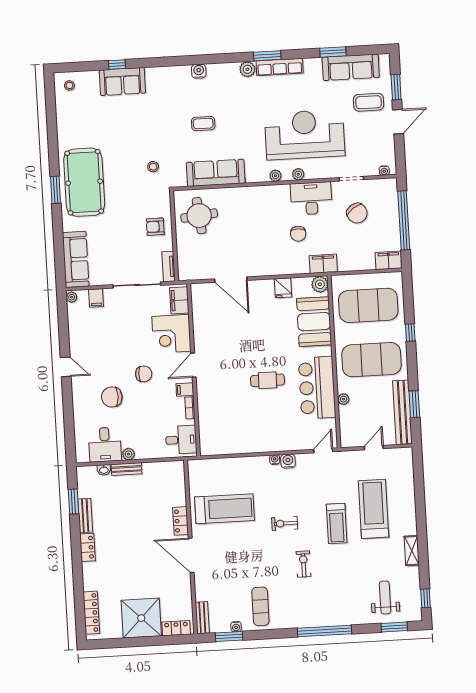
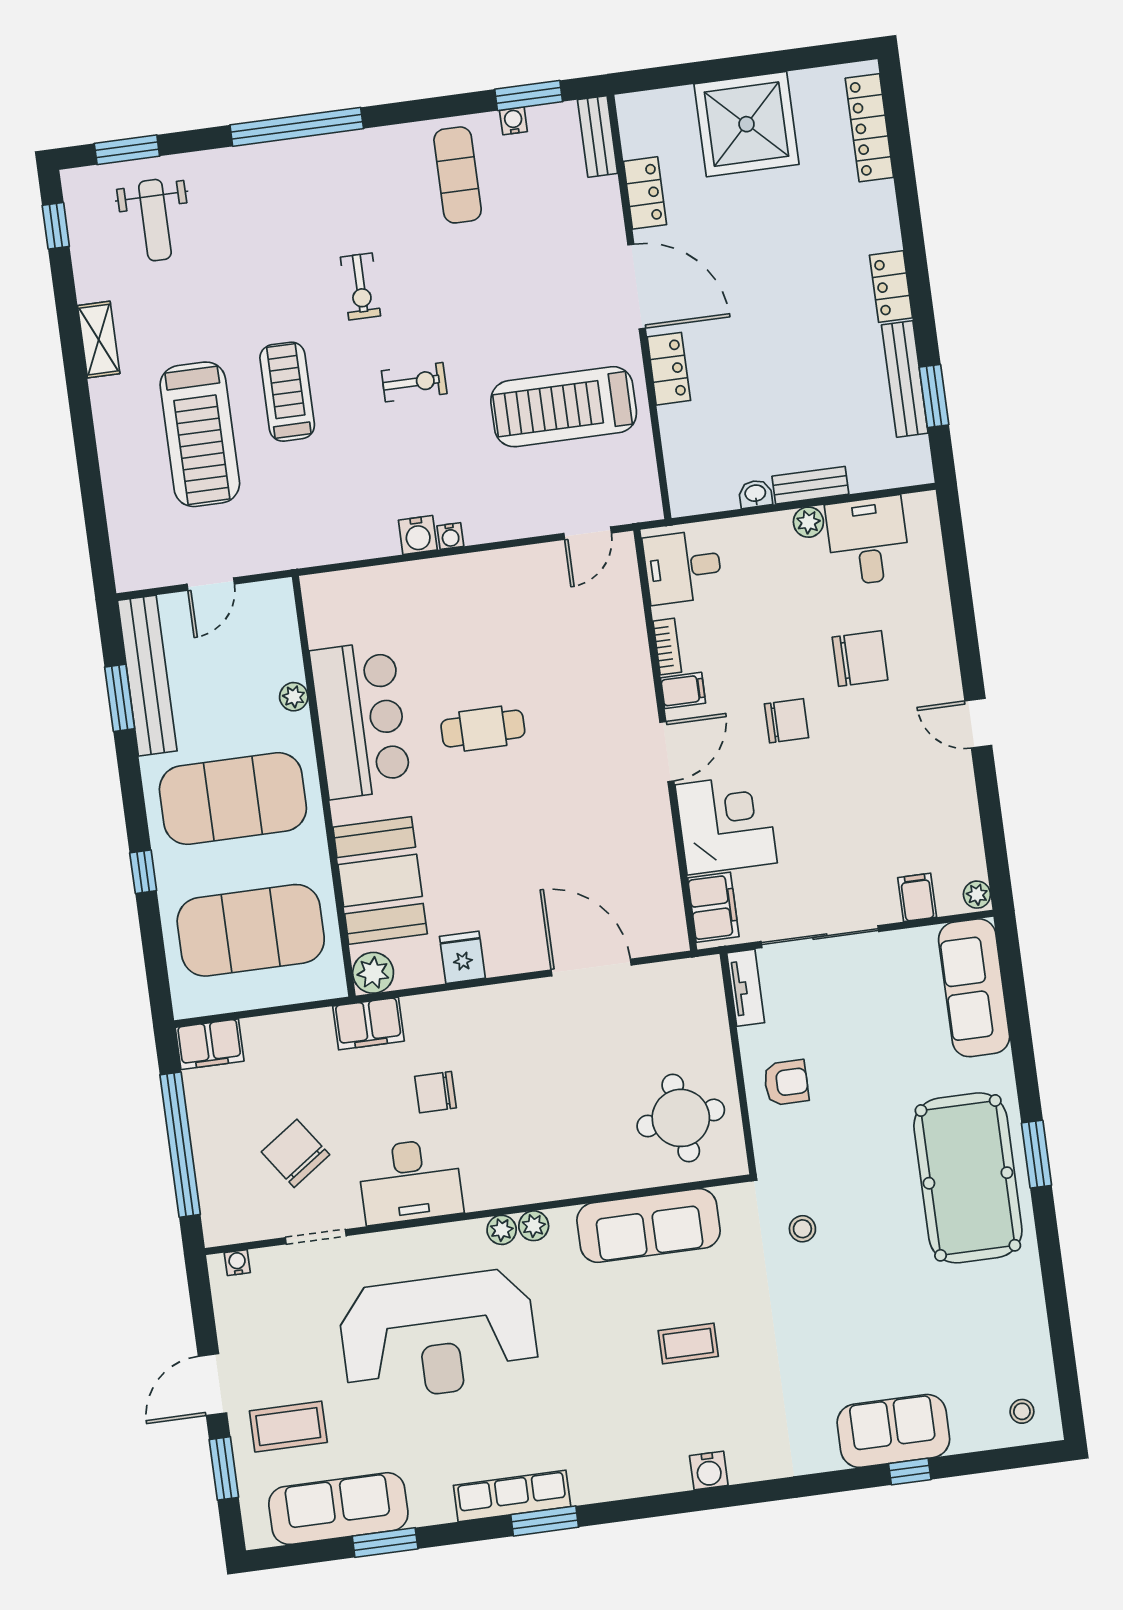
plant: (247, 69) -> (590, 1484), removed
plant: (298, 174) -> (534, 1226), moved
chair: (298, 234) -> (435, 1092), turned -90
chair: (144, 374) -> (787, 721), turned 180
door: (323, 450) -> (588, 533), moved
washbasin: (104, 470) -> (755, 494), moved
bench: (85, 515) -> (905, 379), width x1.36
locker: (176, 628) -> (645, 193), moved, turned -90

